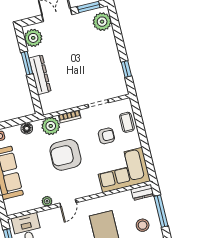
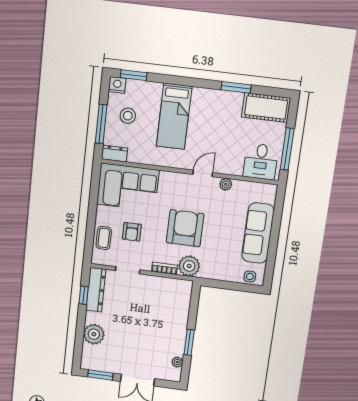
plant: (102, 22) -> (94, 334), moved
plant: (33, 38) -> (177, 362), width x0.53, depth x0.53
dresser: (40, 75) -> (96, 290), moved, turned 180
floor lamp: (27, 128) -> (217, 273), removed
armchair: (106, 136) -> (132, 232), turned -90
armchair: (65, 155) -> (185, 228), turned -90

